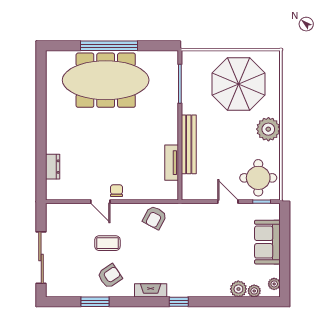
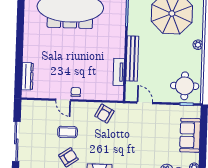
plant: (268, 129) -> (198, 45), width x0.53, depth x0.53
dresser: (53, 167) -> (27, 76), width x1.44
door: (228, 202) -> (145, 103), moved

